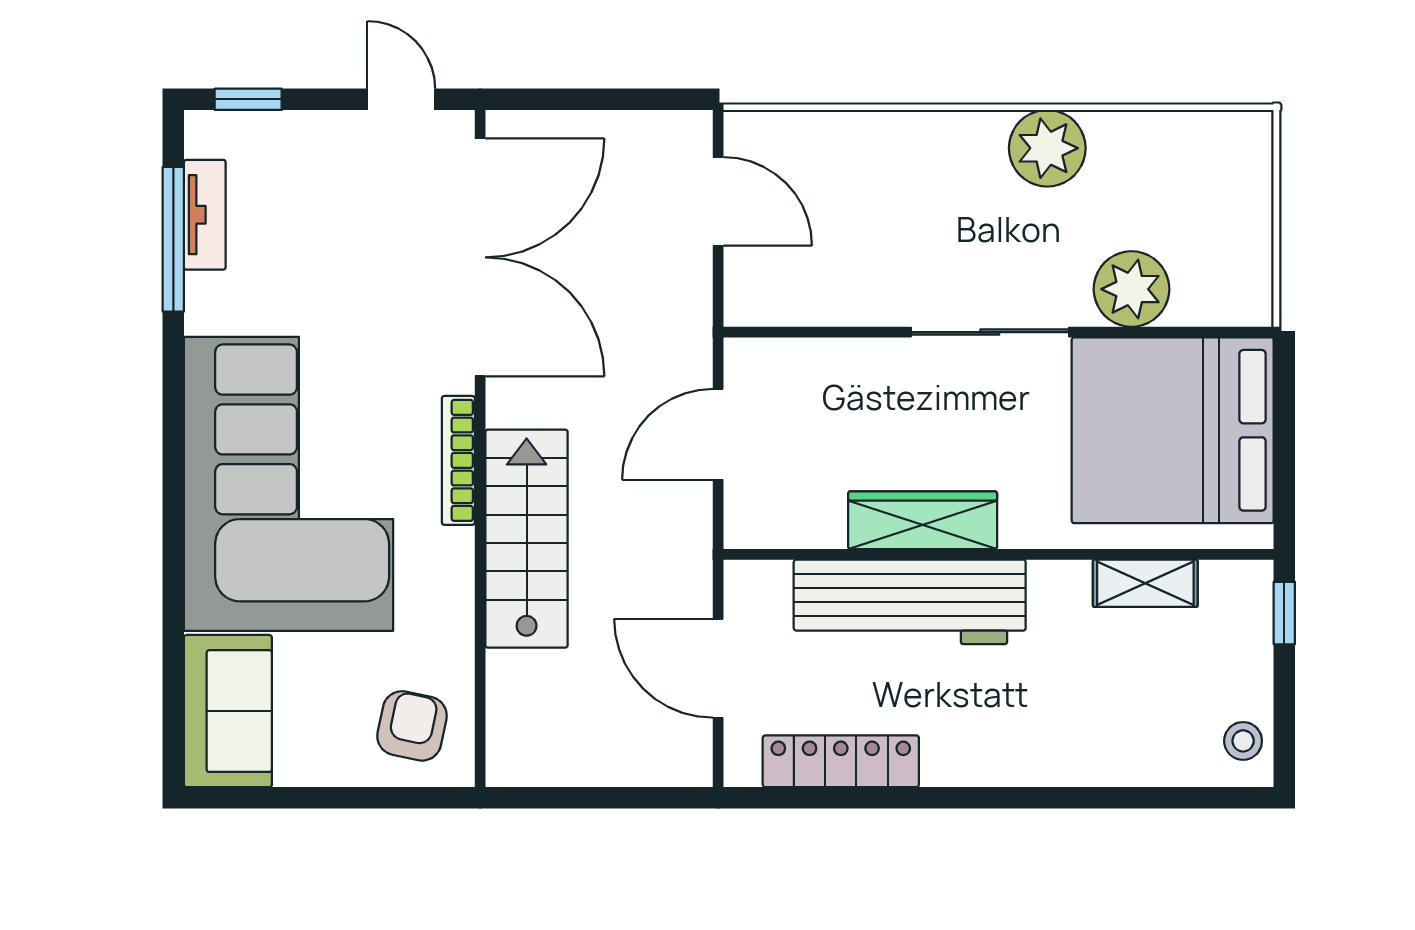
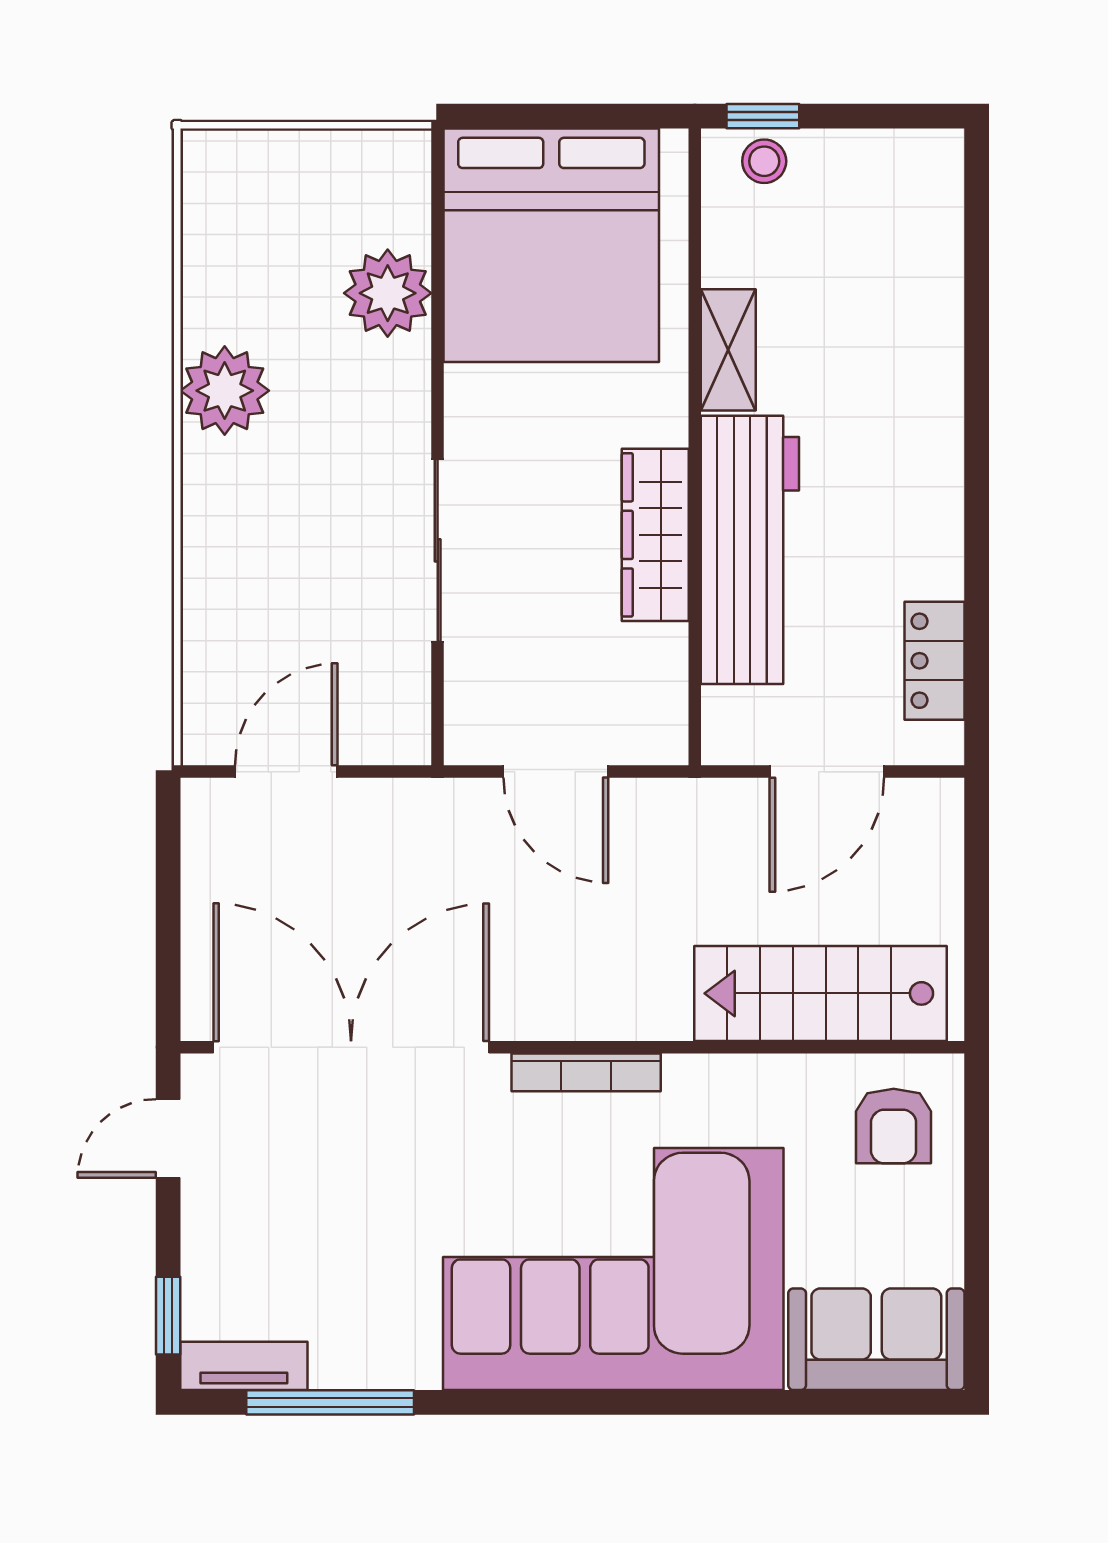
tv unit: (205, 215) -> (244, 1366), moved
sliding door: (990, 332) -> (438, 550), moved
stairs: (527, 539) -> (821, 993), moved
shelving: (1145, 583) -> (728, 350), moved
armchair: (412, 726) -> (894, 1126), turned -102
stool: (1243, 741) -> (764, 161), moved
locker: (841, 761) -> (934, 661), width x0.66

